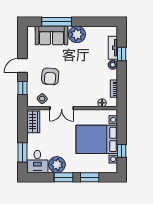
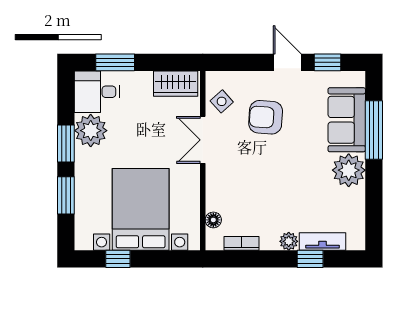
window: (23, 88) -> (328, 62), moved

